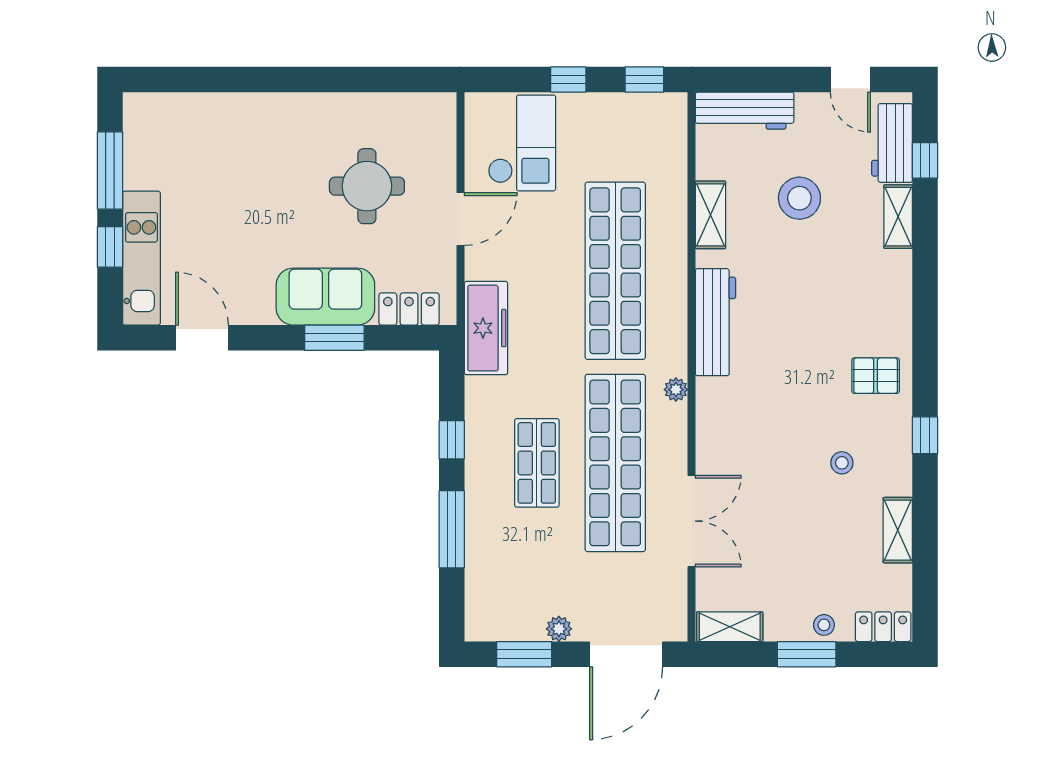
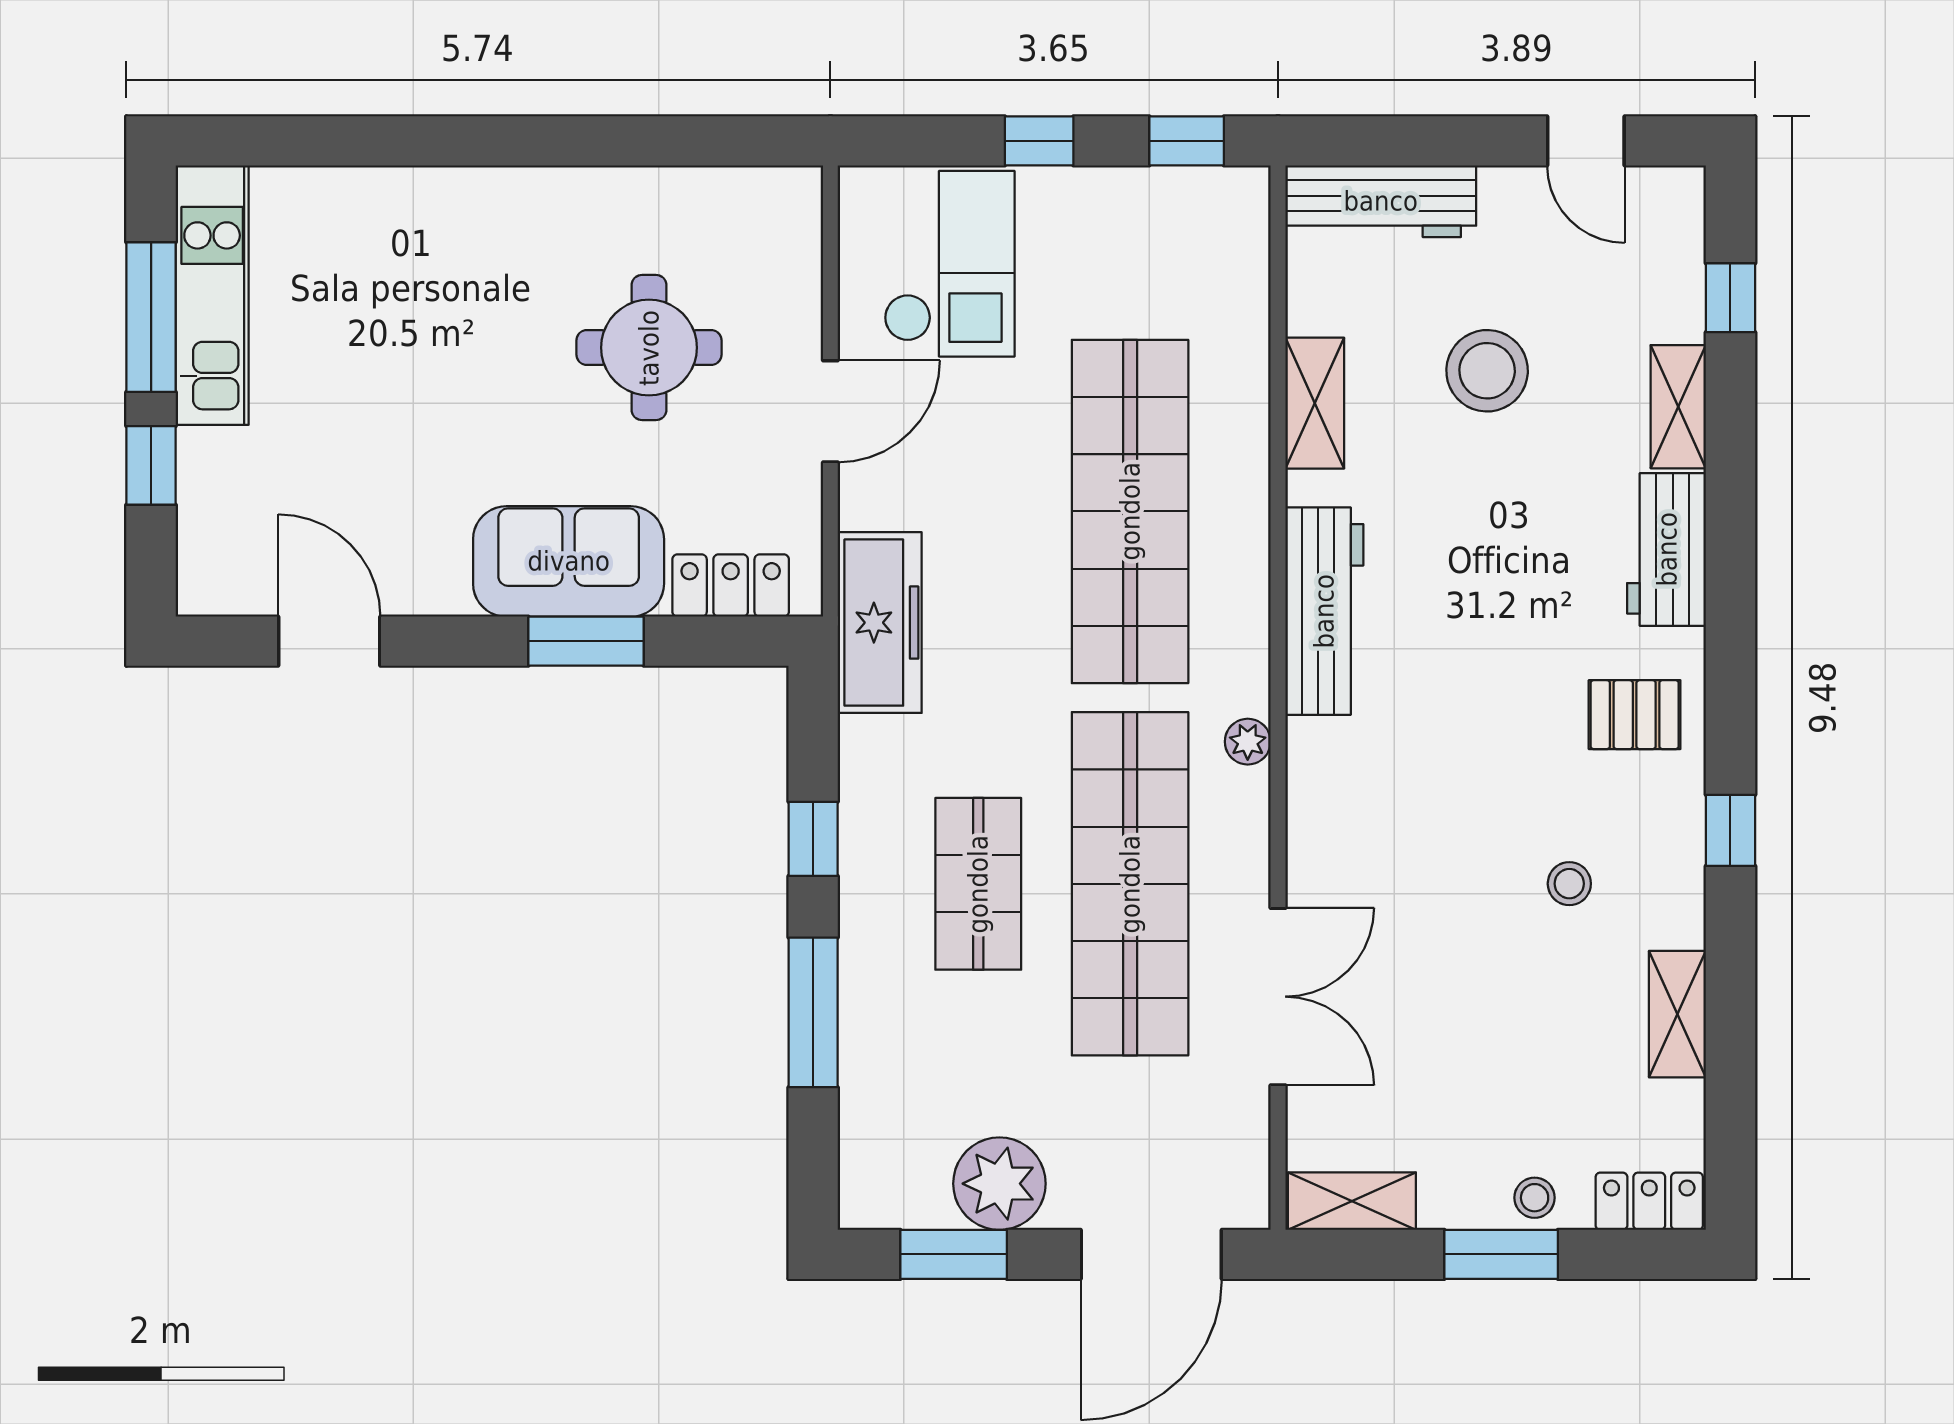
workbench: (892, 143) -> (1667, 549), moved
kitchen unit: (141, 258) -> (212, 295), moved
plant: (559, 629) -> (999, 1184), width x1.87, depth x1.87

